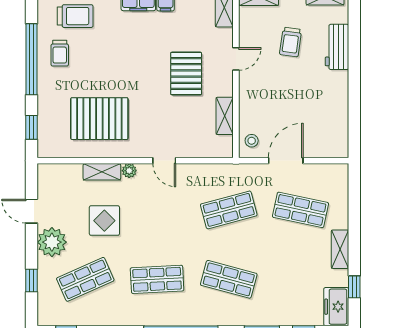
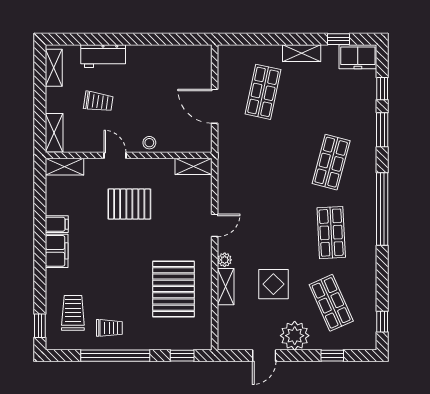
shelving: (225, 116) -> (194, 166), moved
stool: (252, 141) -> (149, 143), moved
shop shelf: (229, 210) -> (263, 162), removed

